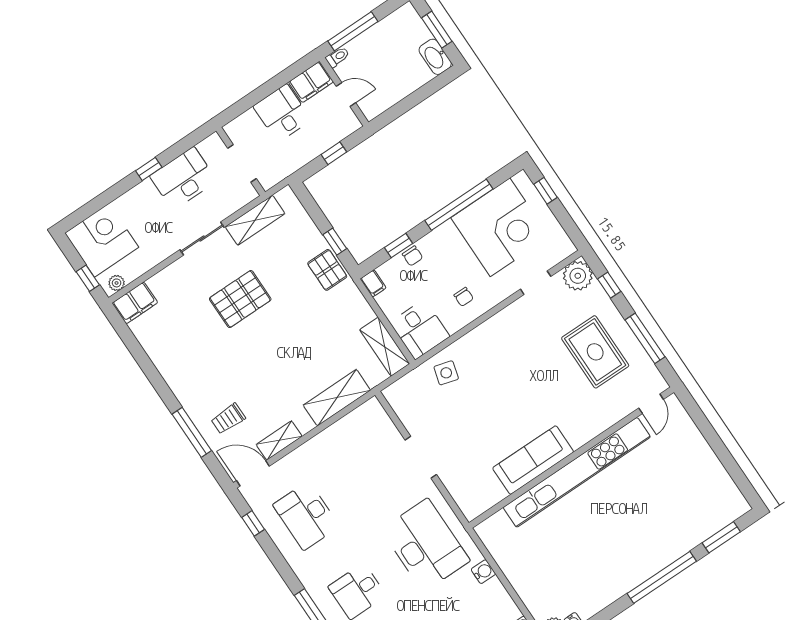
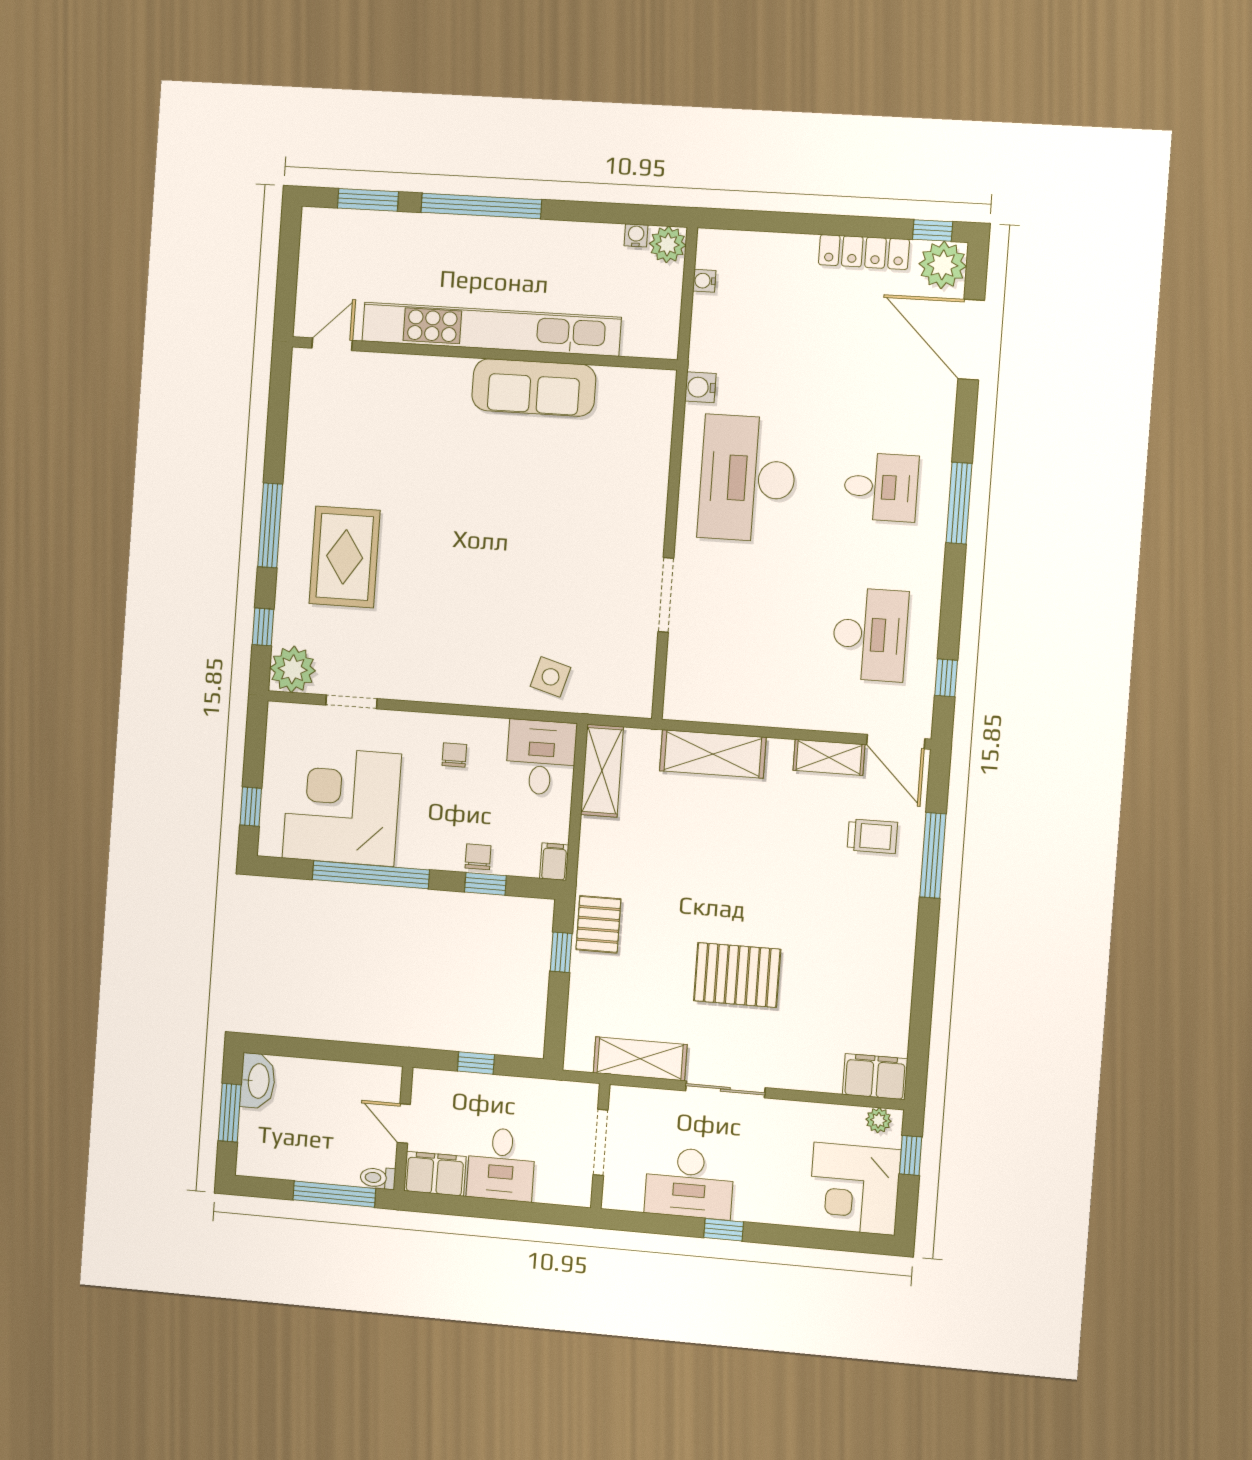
door: (651, 404) -> (332, 344), moved
wall: (571, 458) -> (483, 353), moved
sofa: (533, 460) -> (534, 387), moved
kitchen unit: (577, 472) -> (491, 329), moved

